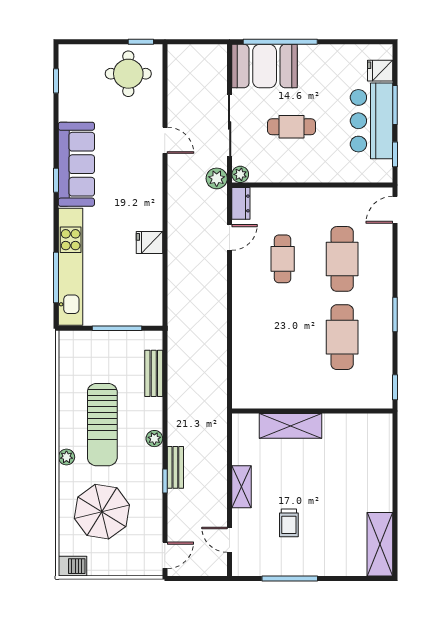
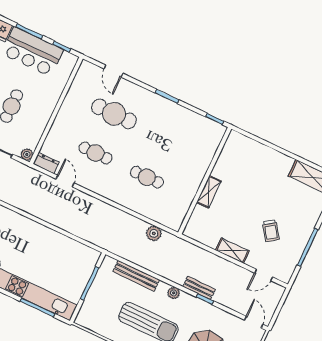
plant: (217, 178) -> (154, 233), moved
door: (395, 210) -> (113, 71), moved
fridge: (149, 243) -> (43, 235), removed
cafe table: (342, 337) -> (147, 177), moved, width x0.73, depth x0.74
bench: (154, 373) -> (136, 276), width x1.36
shelving: (291, 426) -> (209, 192), width x0.67, depth x0.75
trolley: (289, 523) -> (271, 231), turned 54

